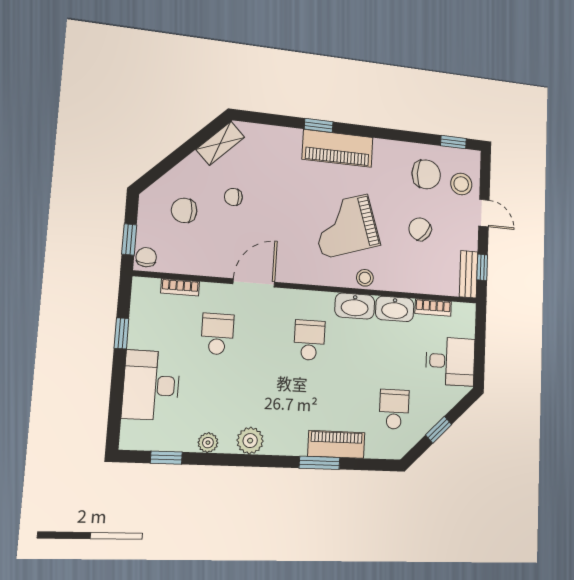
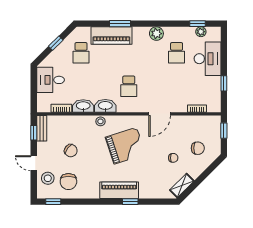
chair: (426, 174) -> (68, 182), turned -90
grand piano: (345, 226) -> (125, 146), moved
chair: (146, 257) -> (215, 122), removed
school desk: (217, 334) -> (177, 53), moved
plant: (208, 443) -> (201, 32), moved
piano: (336, 444) -> (111, 36), width x1.37, depth x1.33

